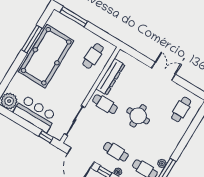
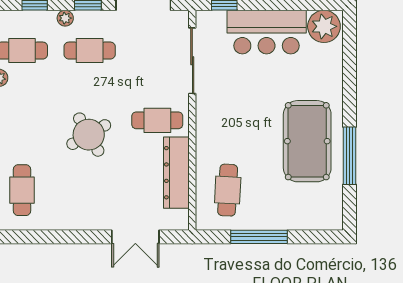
window: (74, 17) -> (259, 237), moved
pool table: (46, 56) -> (307, 141), width x0.73, depth x0.76
double door: (163, 71) -> (135, 237), moved
round table: (138, 116) -> (89, 135), turned -30

